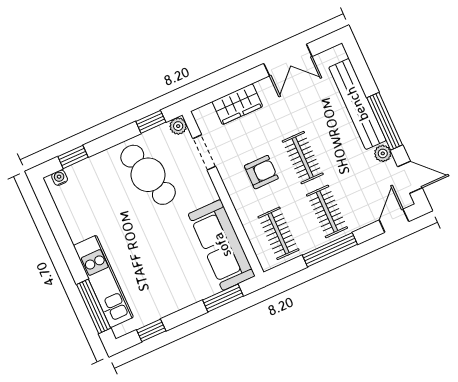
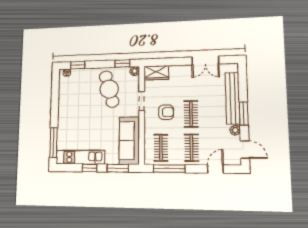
wardrobe: (237, 104) -> (156, 73), moved
window: (385, 121) -> (244, 114), width x0.69
doorway: (204, 152) -> (142, 101), moved
door: (394, 221) -> (215, 169), moved
window: (330, 250) -> (169, 169), moved
kitchen unit: (103, 281) -> (80, 157), moved, turned -90
window: (151, 330) -> (90, 168), moved

